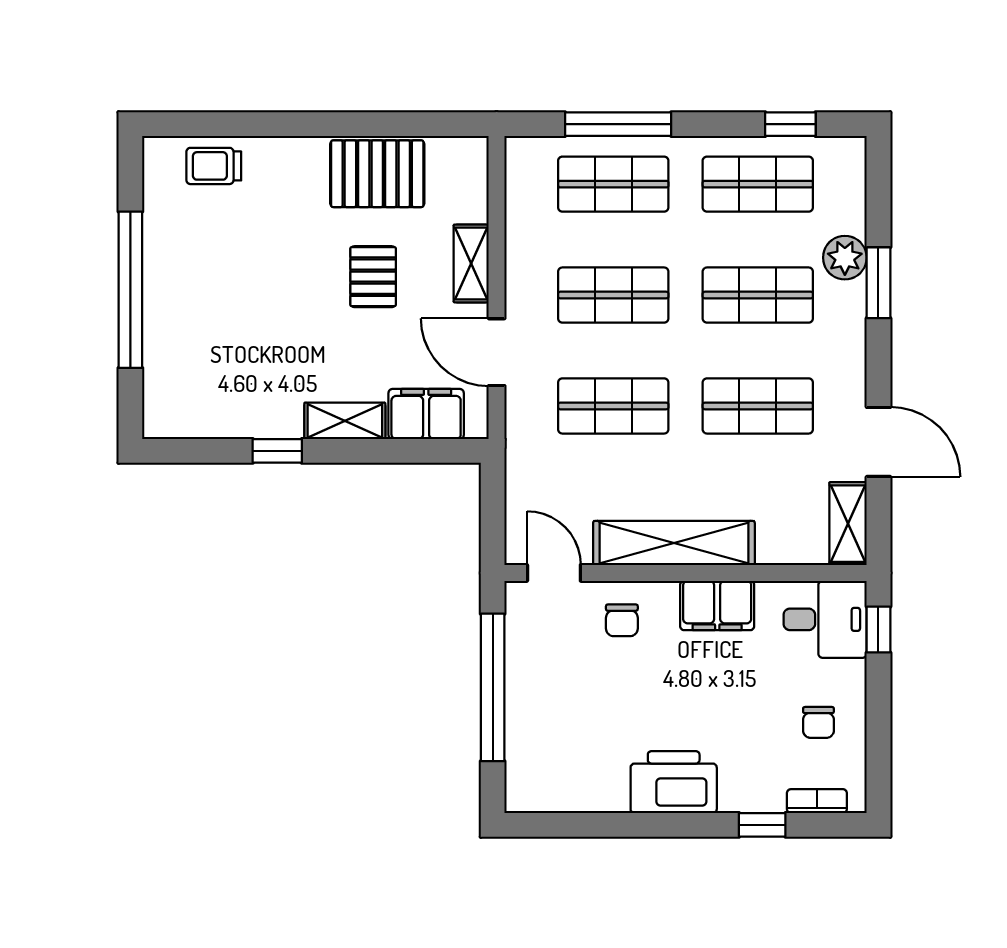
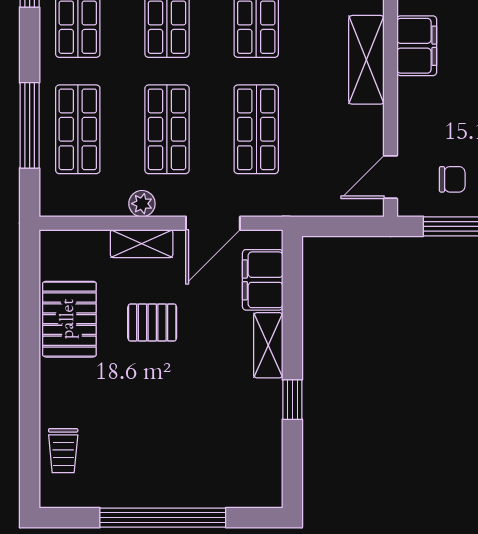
plant: (521, 264) -> (142, 204), added
shelving: (674, 543) -> (366, 60), width x0.68
chair: (622, 620) -> (452, 179), moved

